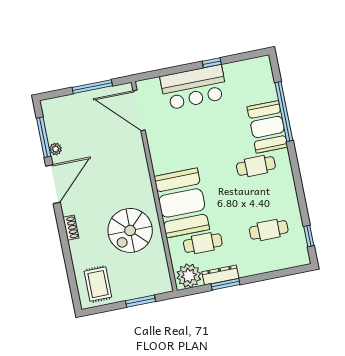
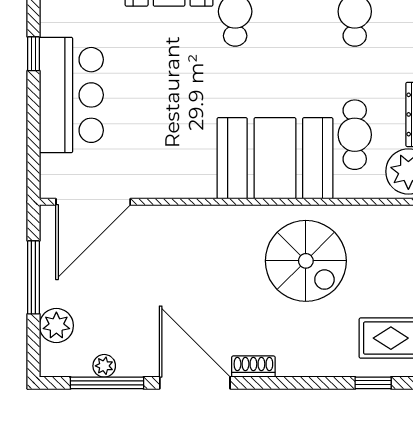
plant: (69, 104) -> (56, 326), added
plant: (56, 149) -> (104, 366), moved
shoe rack: (71, 228) -> (253, 367), moved
window: (72, 279) -> (373, 383), added

